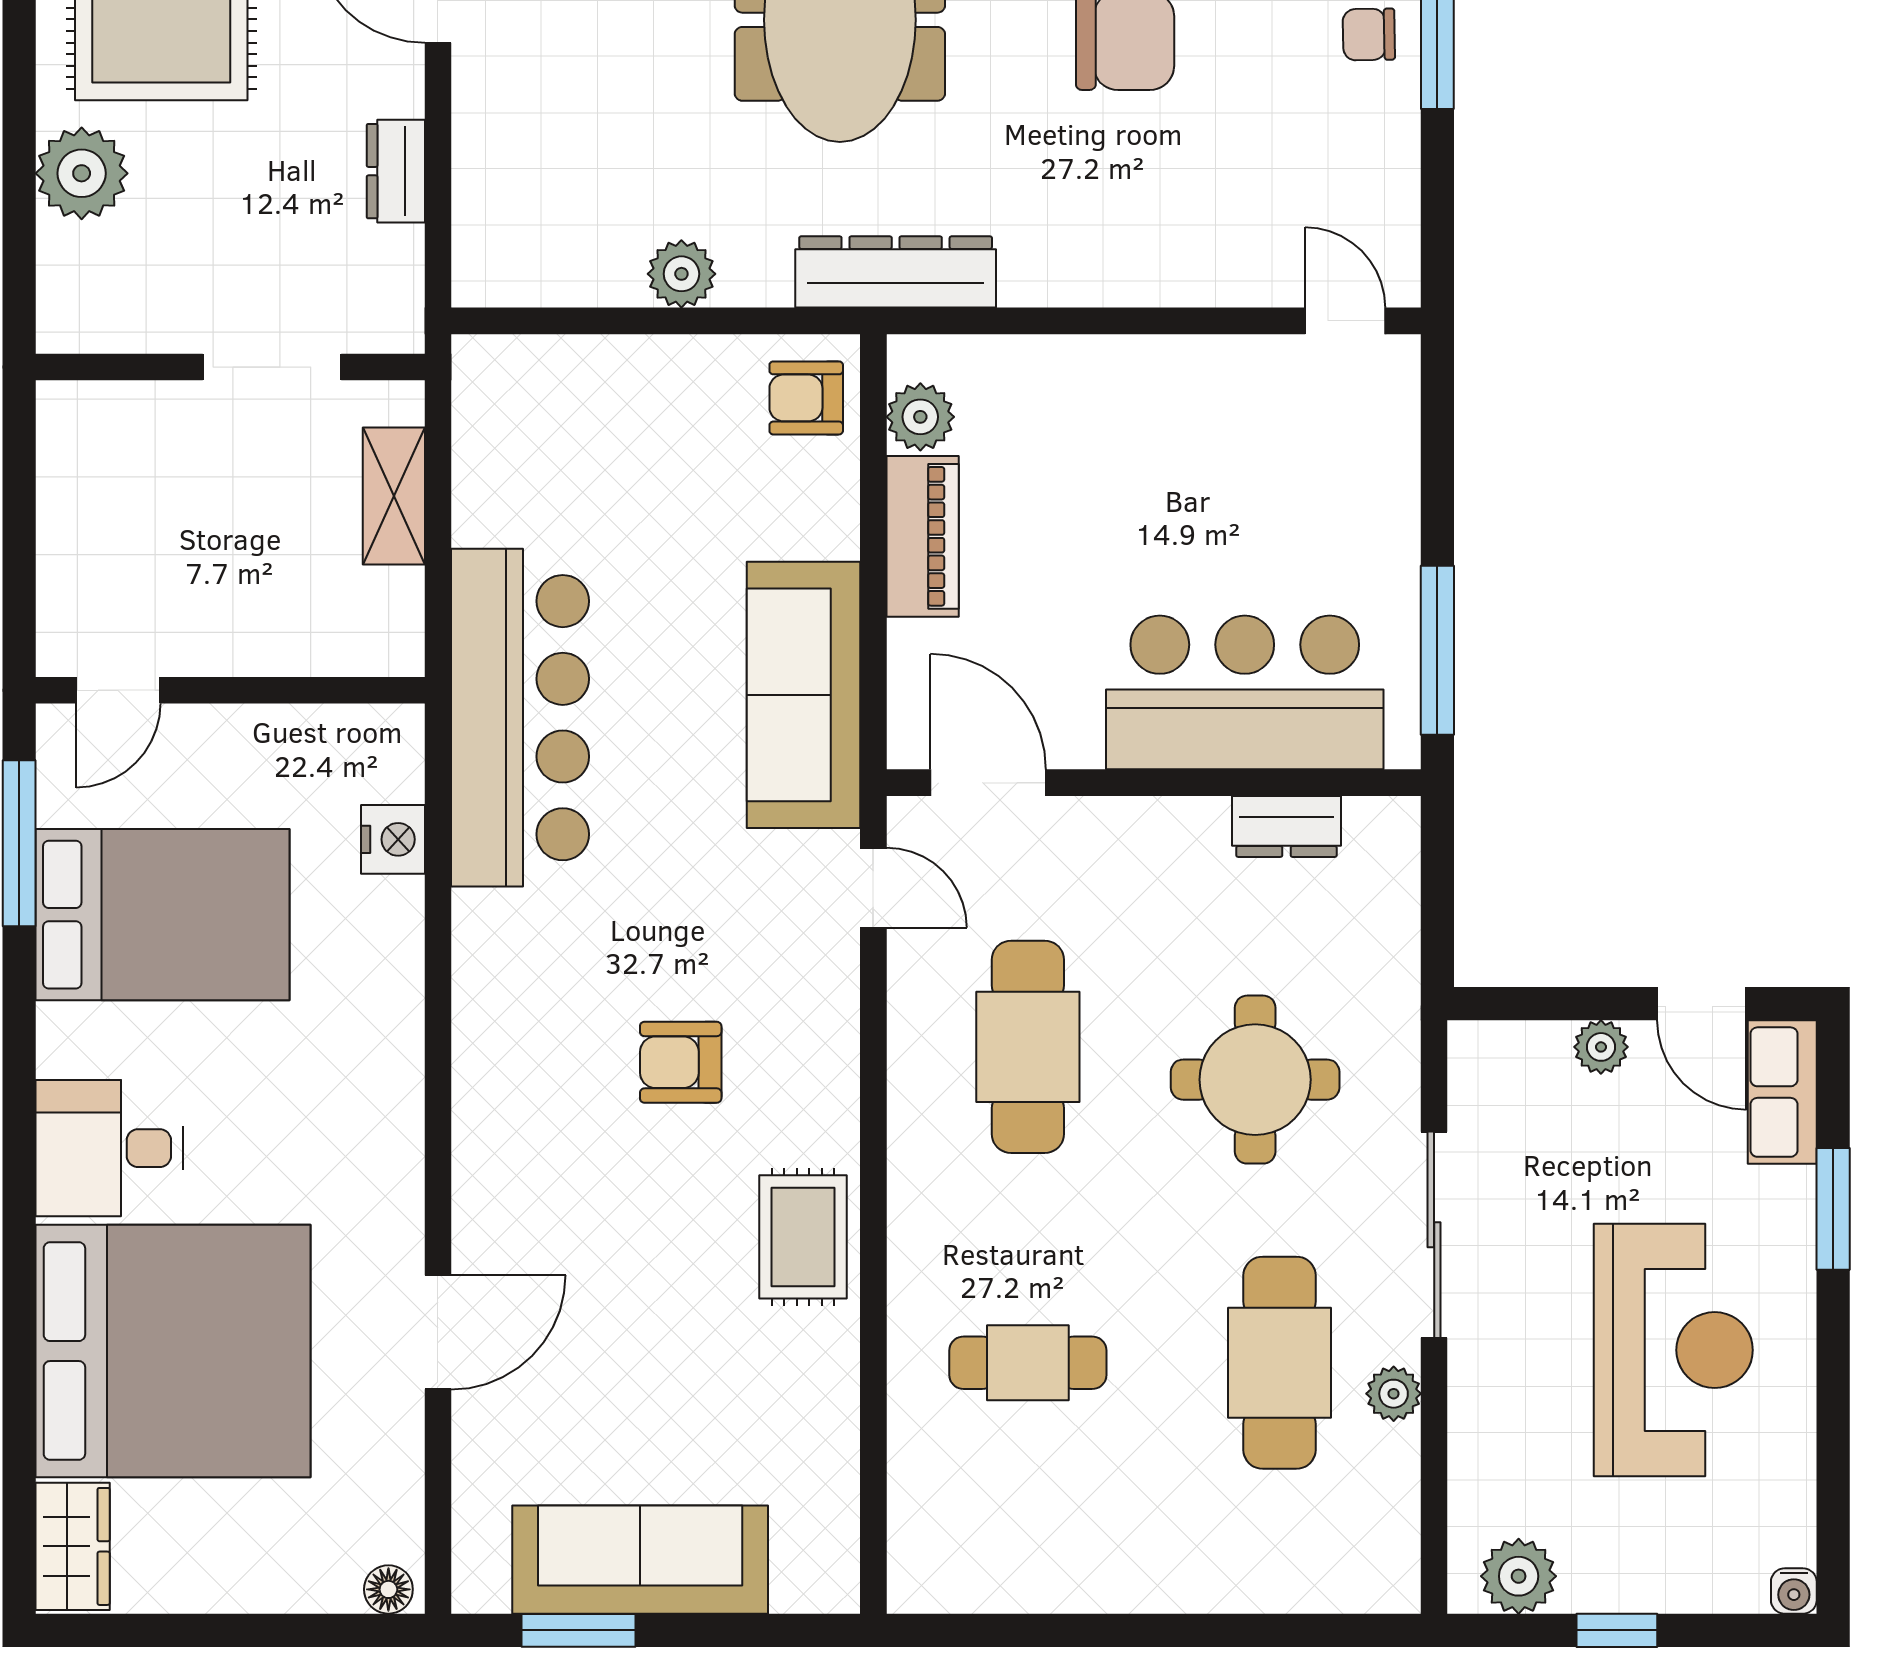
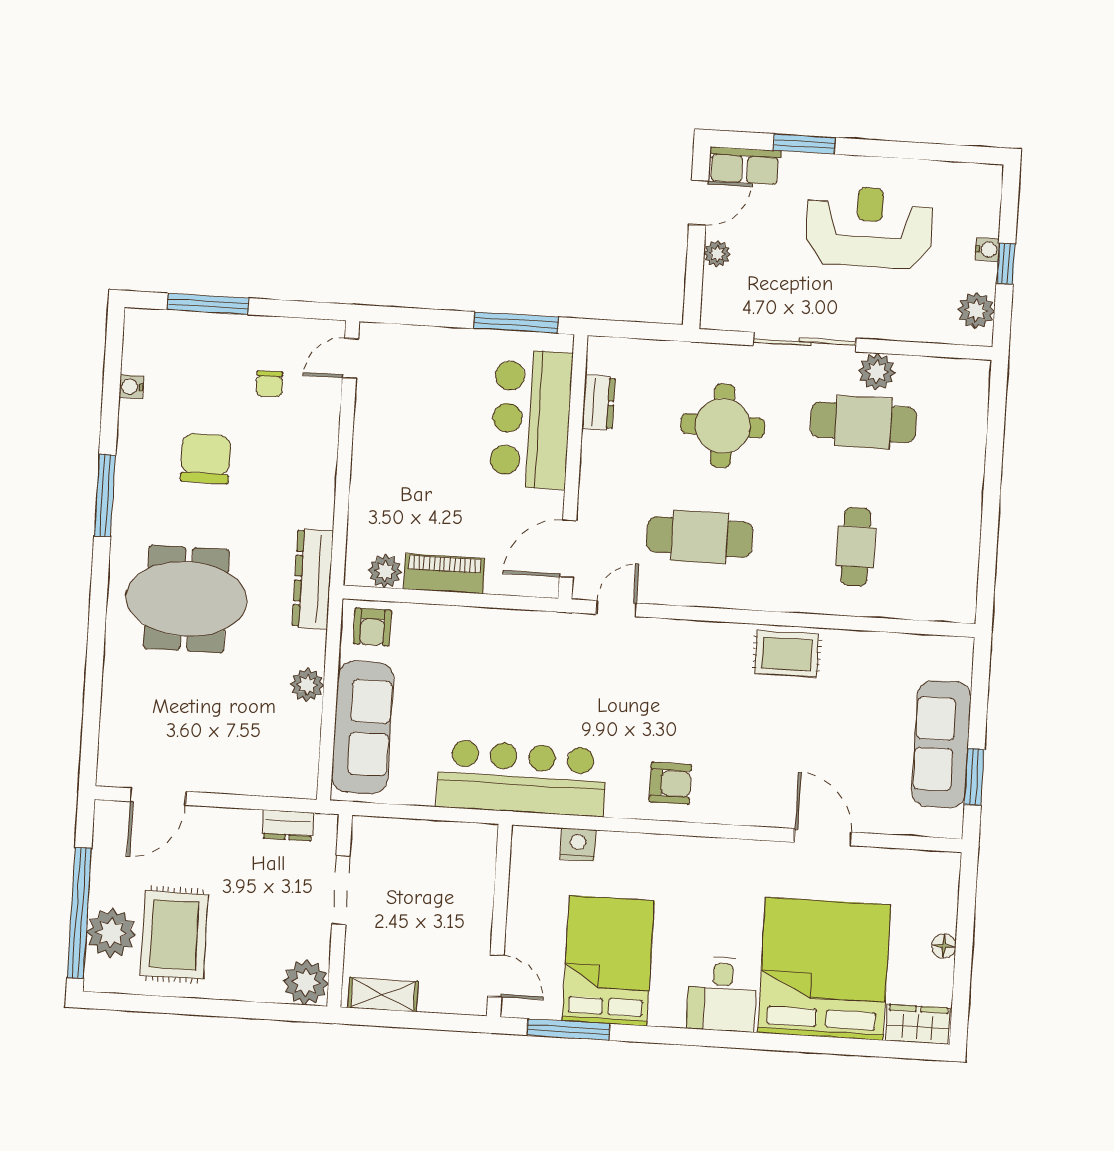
chair: (1369, 34) -> (270, 384), moved
dresser: (396, 171) -> (288, 825), moved
plant: (82, 173) -> (306, 982), moved
shelving: (394, 496) -> (383, 995), moved
sofa: (804, 695) -> (363, 727), moved, turned -90
armchair: (681, 1062) -> (670, 783), moved, turned -90
plant: (1394, 1394) -> (877, 372), width x1.38, depth x1.38
floor lamp: (388, 1589) -> (944, 946), moved
water cooler: (1794, 1591) -> (987, 249), moved

